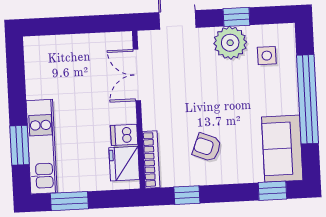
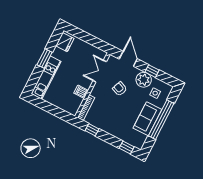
window: (19, 145) -> (45, 59), moved
armchair: (207, 147) -> (120, 89), moved
sofa: (282, 149) -> (147, 119), moved
fridge: (124, 164) -> (65, 42), moved, turned 180
window: (69, 201) -> (45, 105), removed

